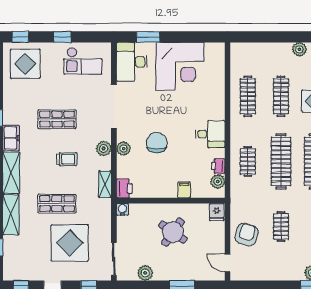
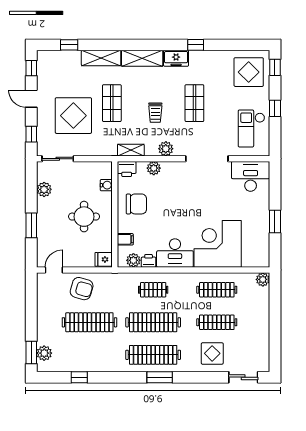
window: (148, 37) -> (275, 221), moved
plant: (299, 49) -> (263, 279), moved
corner desk: (180, 66) -> (218, 244), moved, turned 90
desk: (210, 134) -> (175, 253), width x1.37
chair: (157, 143) -> (136, 204), moved
plant: (124, 149) -> (154, 168), moved
filing cabinet: (184, 190) -> (125, 239), moved
water cooler: (123, 209) -> (106, 185), moved
clothes rail: (281, 227) -> (89, 322), width x1.86, depth x1.31
round table: (173, 232) -> (84, 217), turned -35

